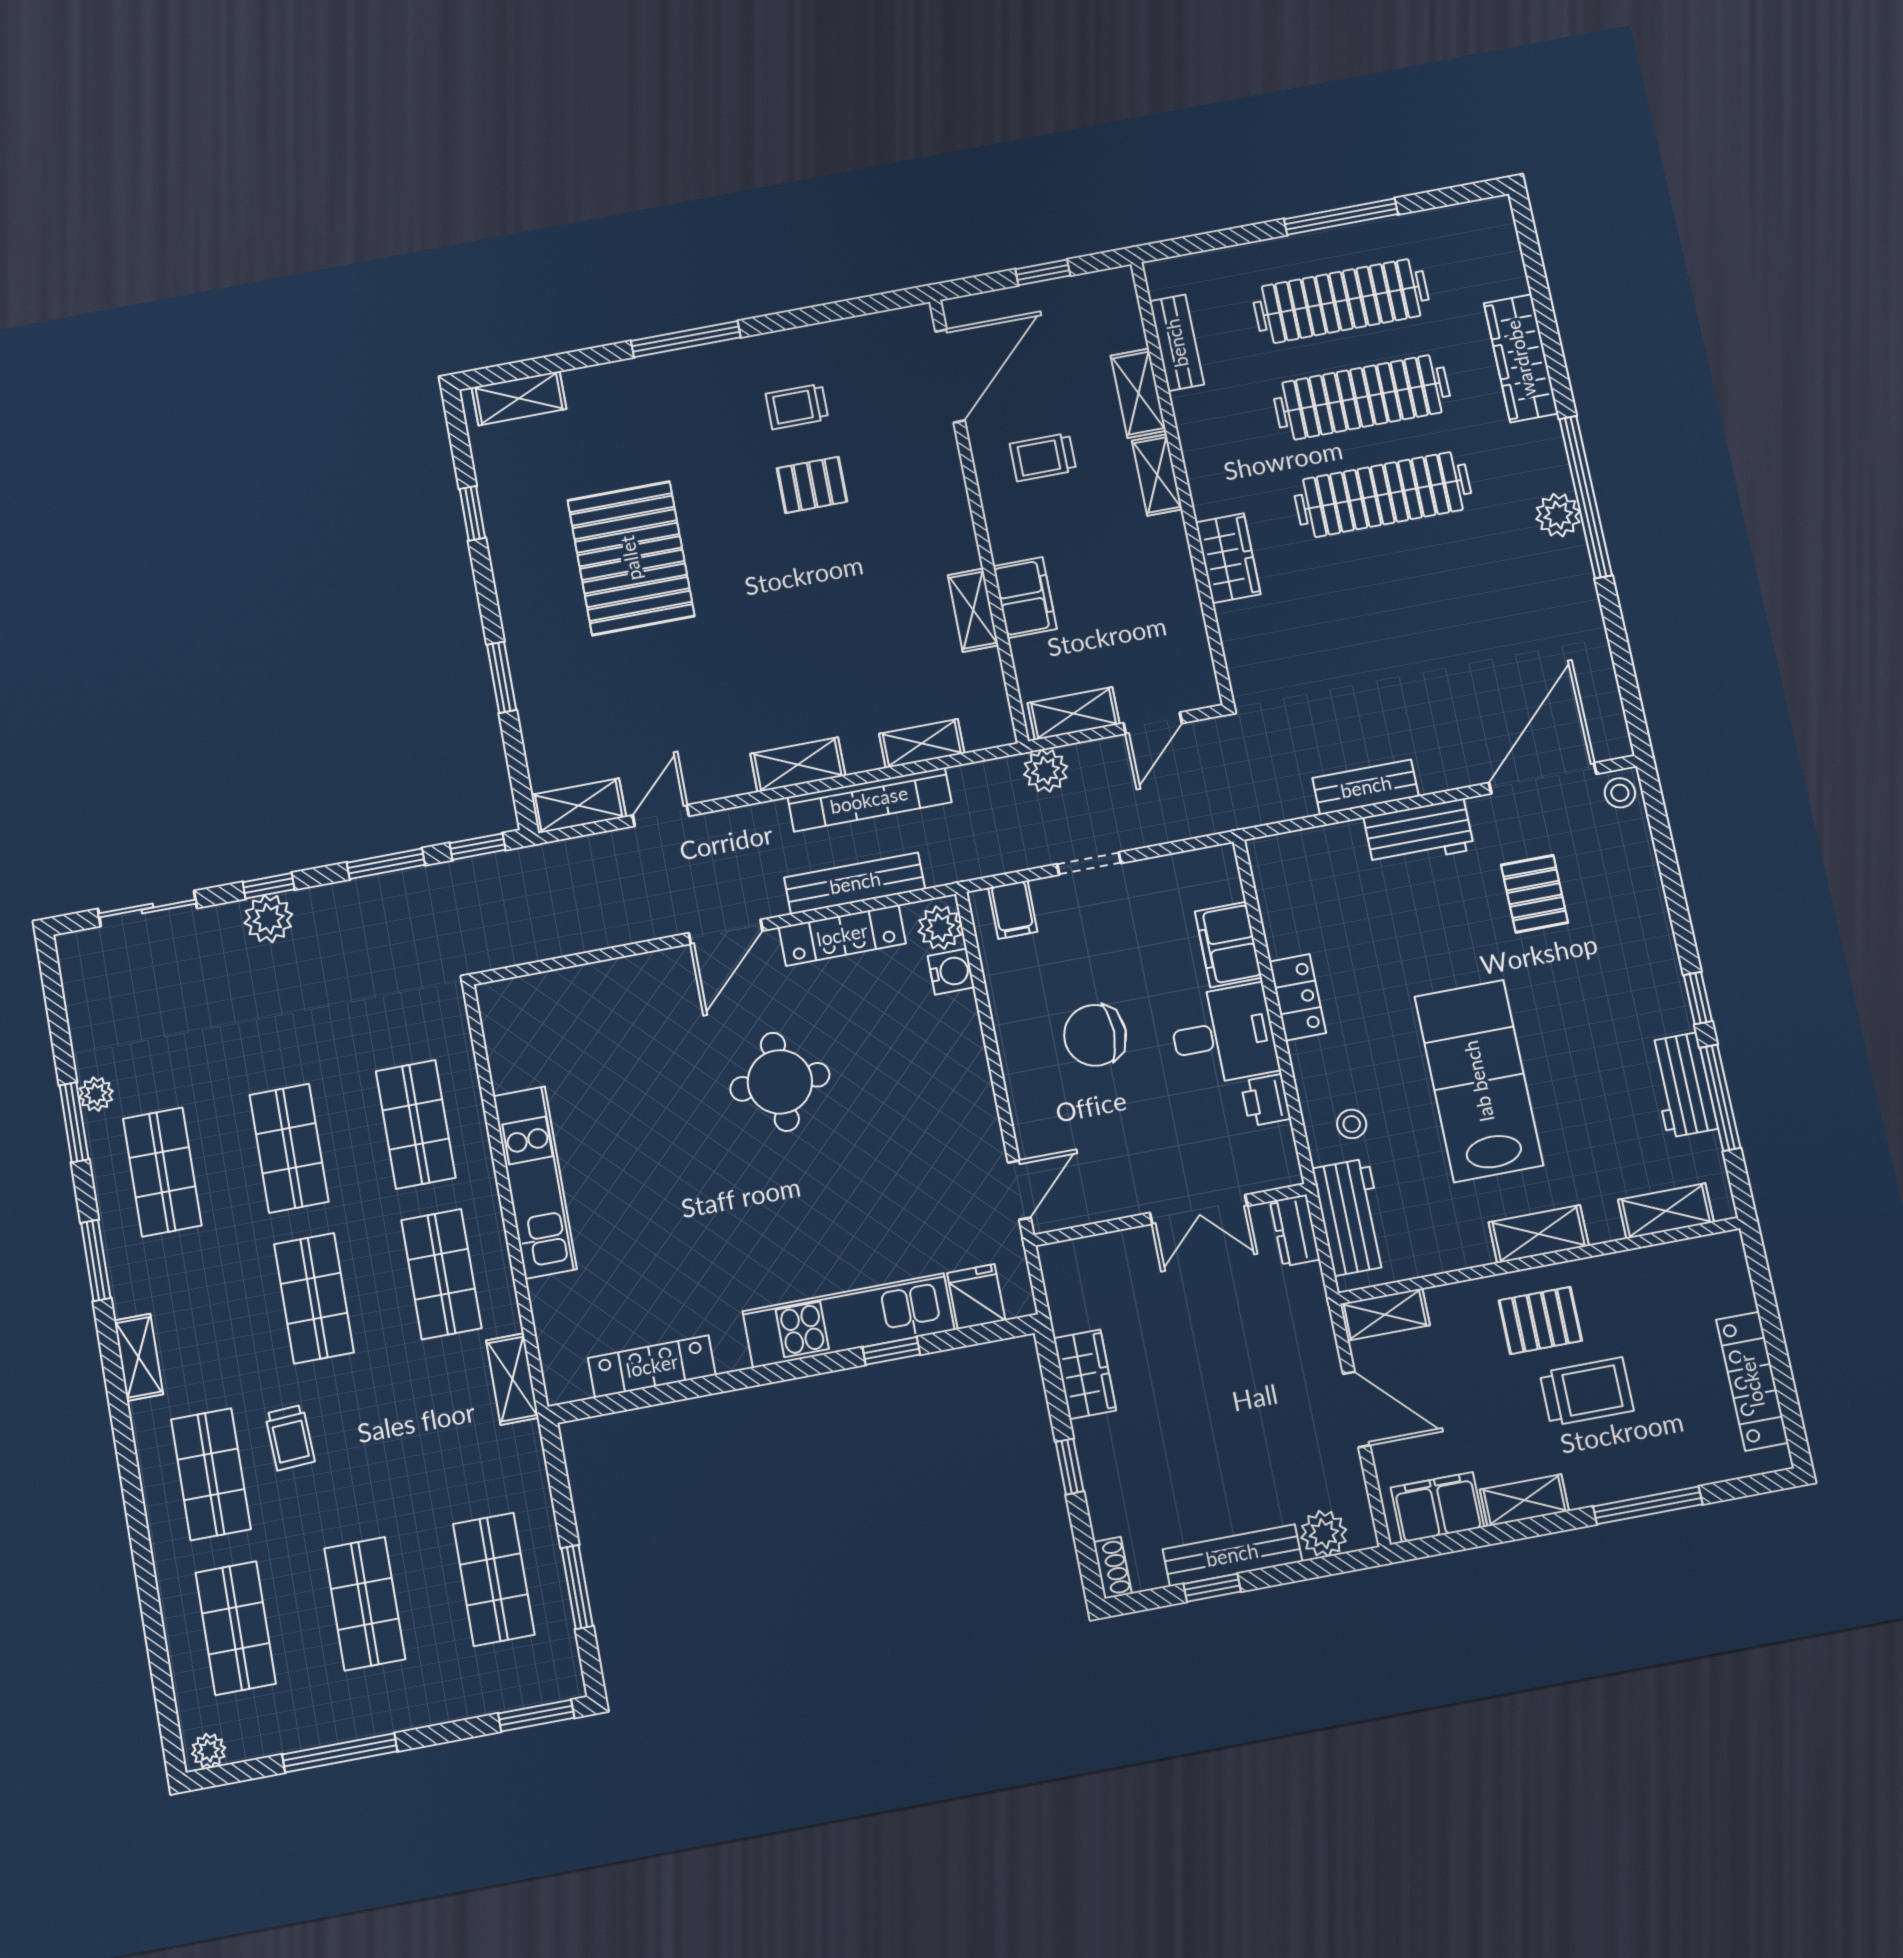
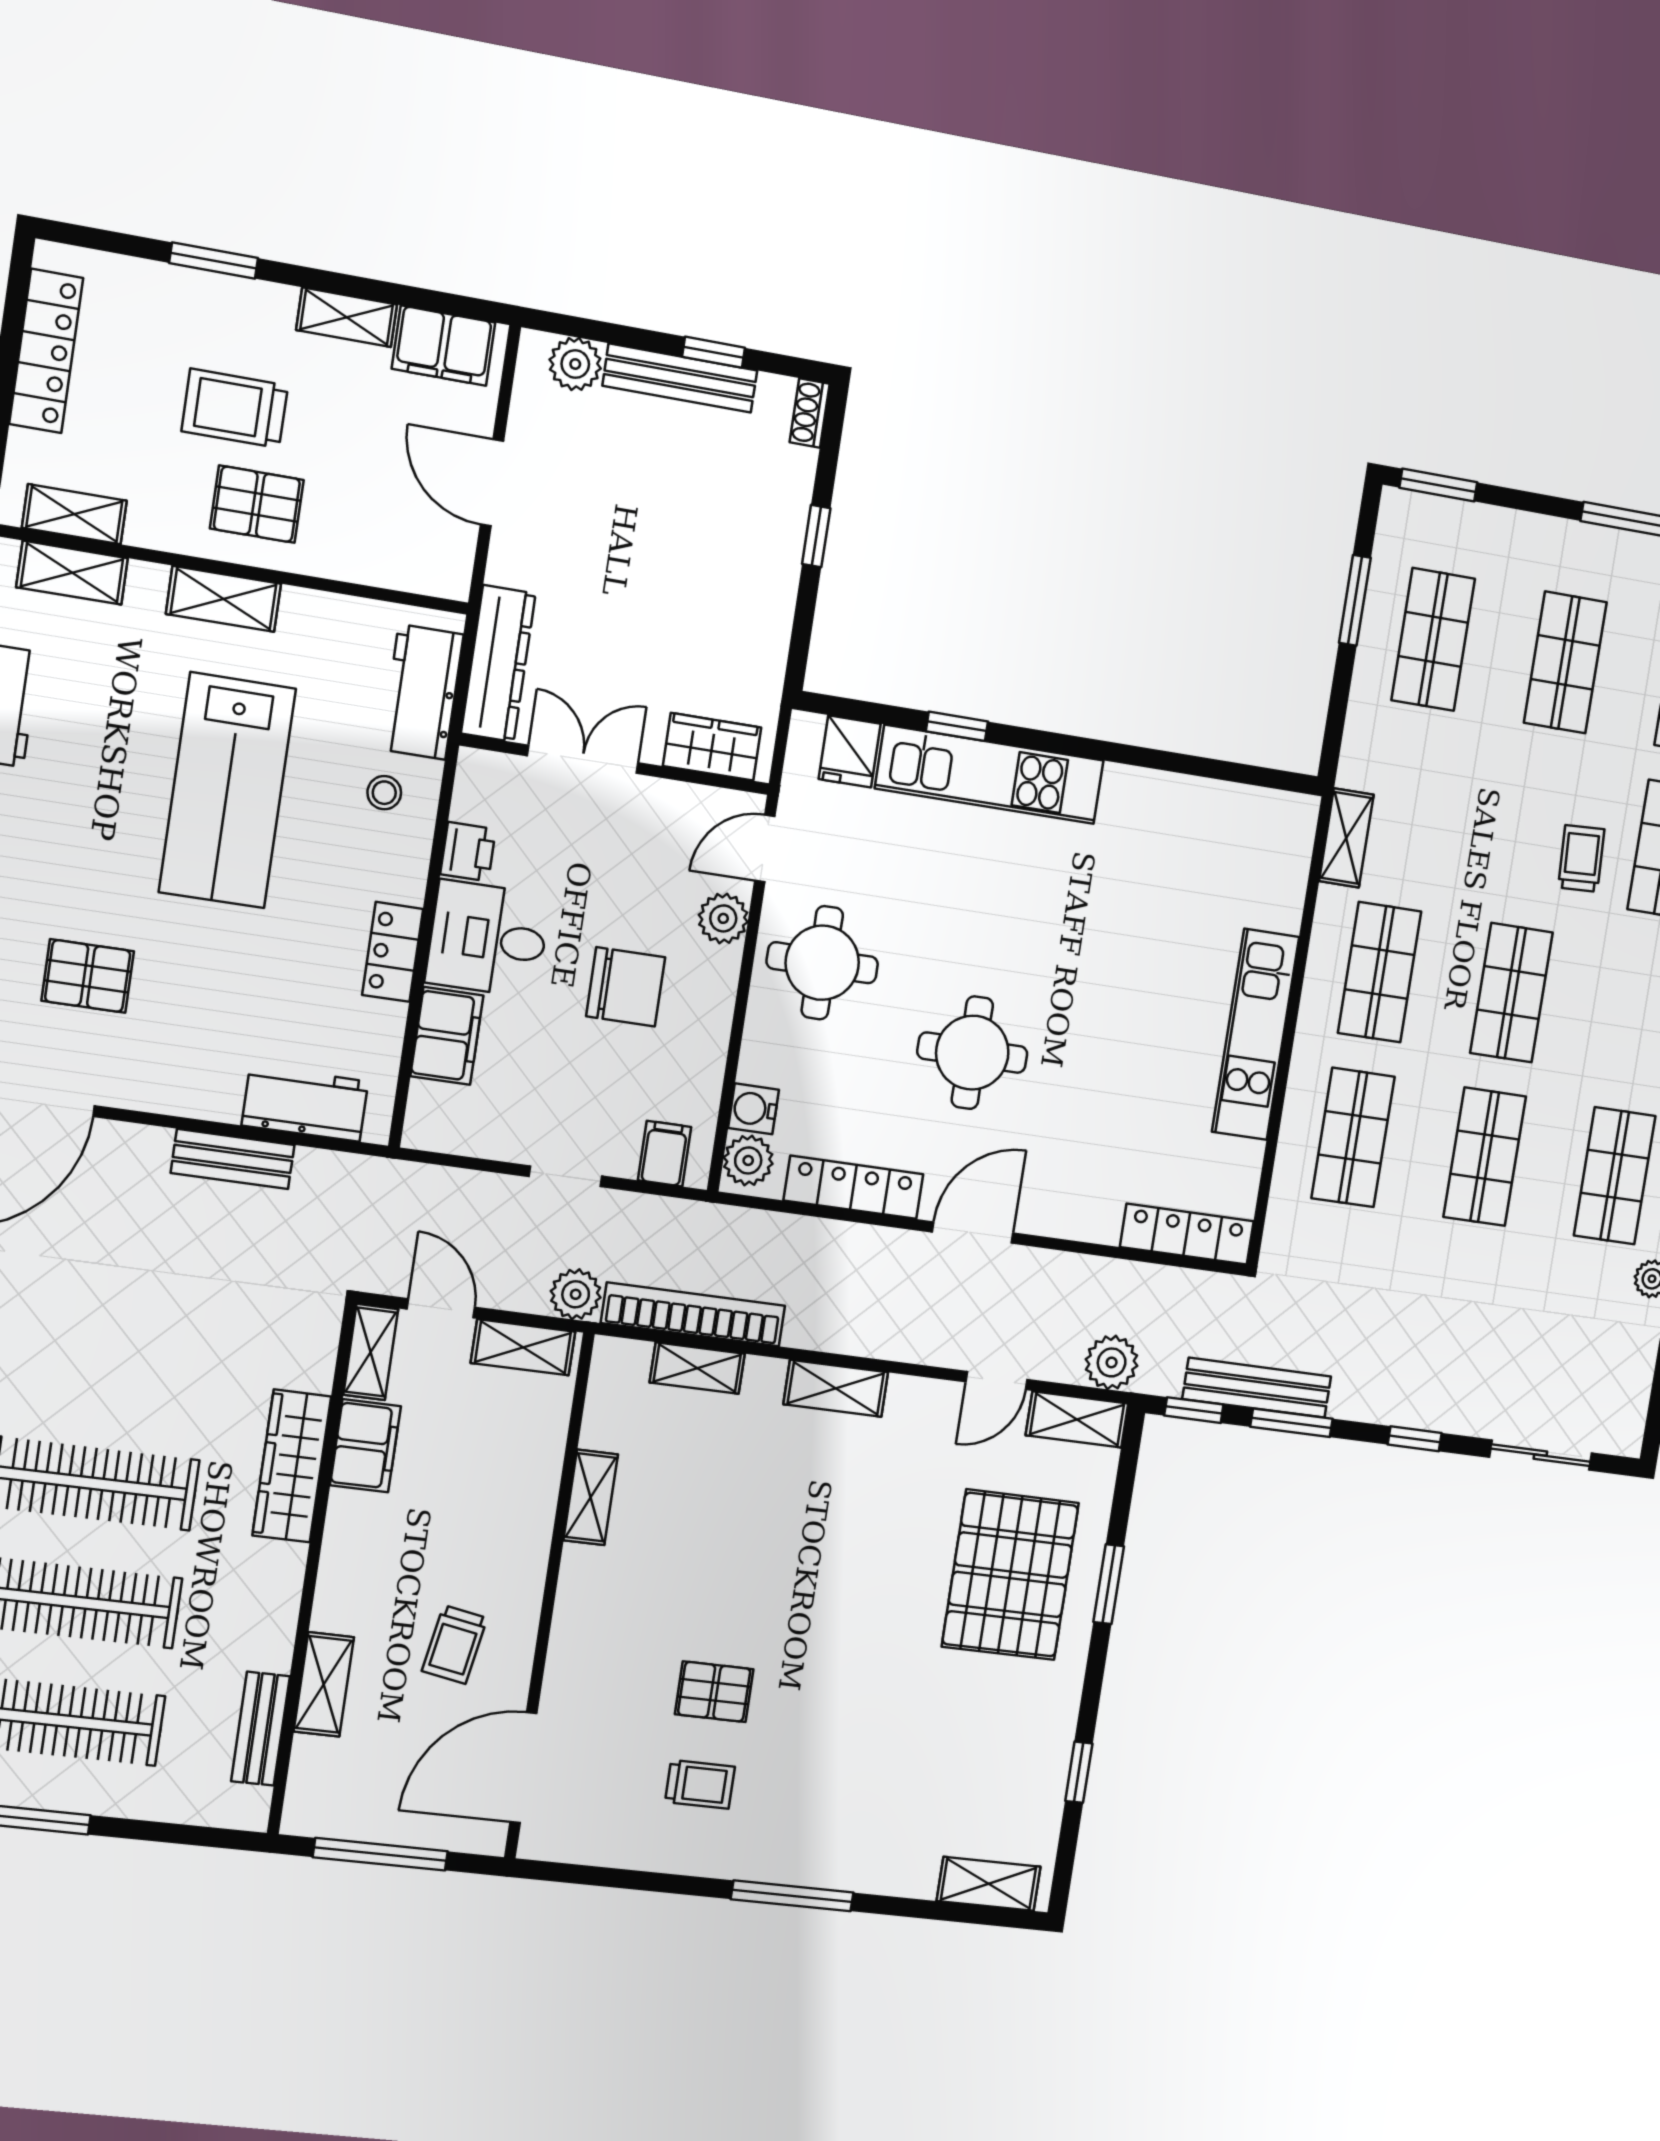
window: (1043, 272) -> (380, 1854), width x2.17
trolley: (1043, 457) -> (455, 1645), turned 100
shelving: (1157, 475) -> (371, 1352), moved
pallet: (631, 558) -> (1010, 1575), moved
wardrobe: (1228, 558) -> (292, 1466), width x1.50
filing cabinet: (1025, 598) -> (365, 1446), moved, turned 180
door: (1153, 723) -> (441, 1308), hinge flipped
bookcase: (869, 800) -> (693, 1314), moved
workbench: (1419, 833) -> (305, 1103), moved
bench: (855, 883) -> (1257, 1388), moved
pallet: (1534, 894) -> (88, 976), turned 90
plant: (268, 919) -> (1112, 1362), moved
round table: (936, 1112) -> (822, 963), added
plant: (1033, 1120) -> (723, 918), added
dresser: (1295, 1230) -> (498, 664), width x1.96, depth x1.24
shelving: (1385, 1315) -> (74, 514), moved
locker: (652, 1366) -> (1187, 1234), moved, turned 180
wardrobe: (1085, 1374) -> (712, 747), moved, turned 90
window: (1648, 1505) -> (214, 260), width x0.69

